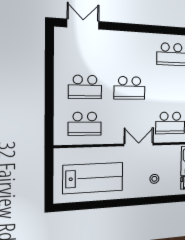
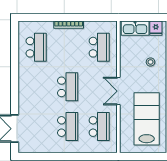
double door: (139, 144) -> (118, 91), moved

